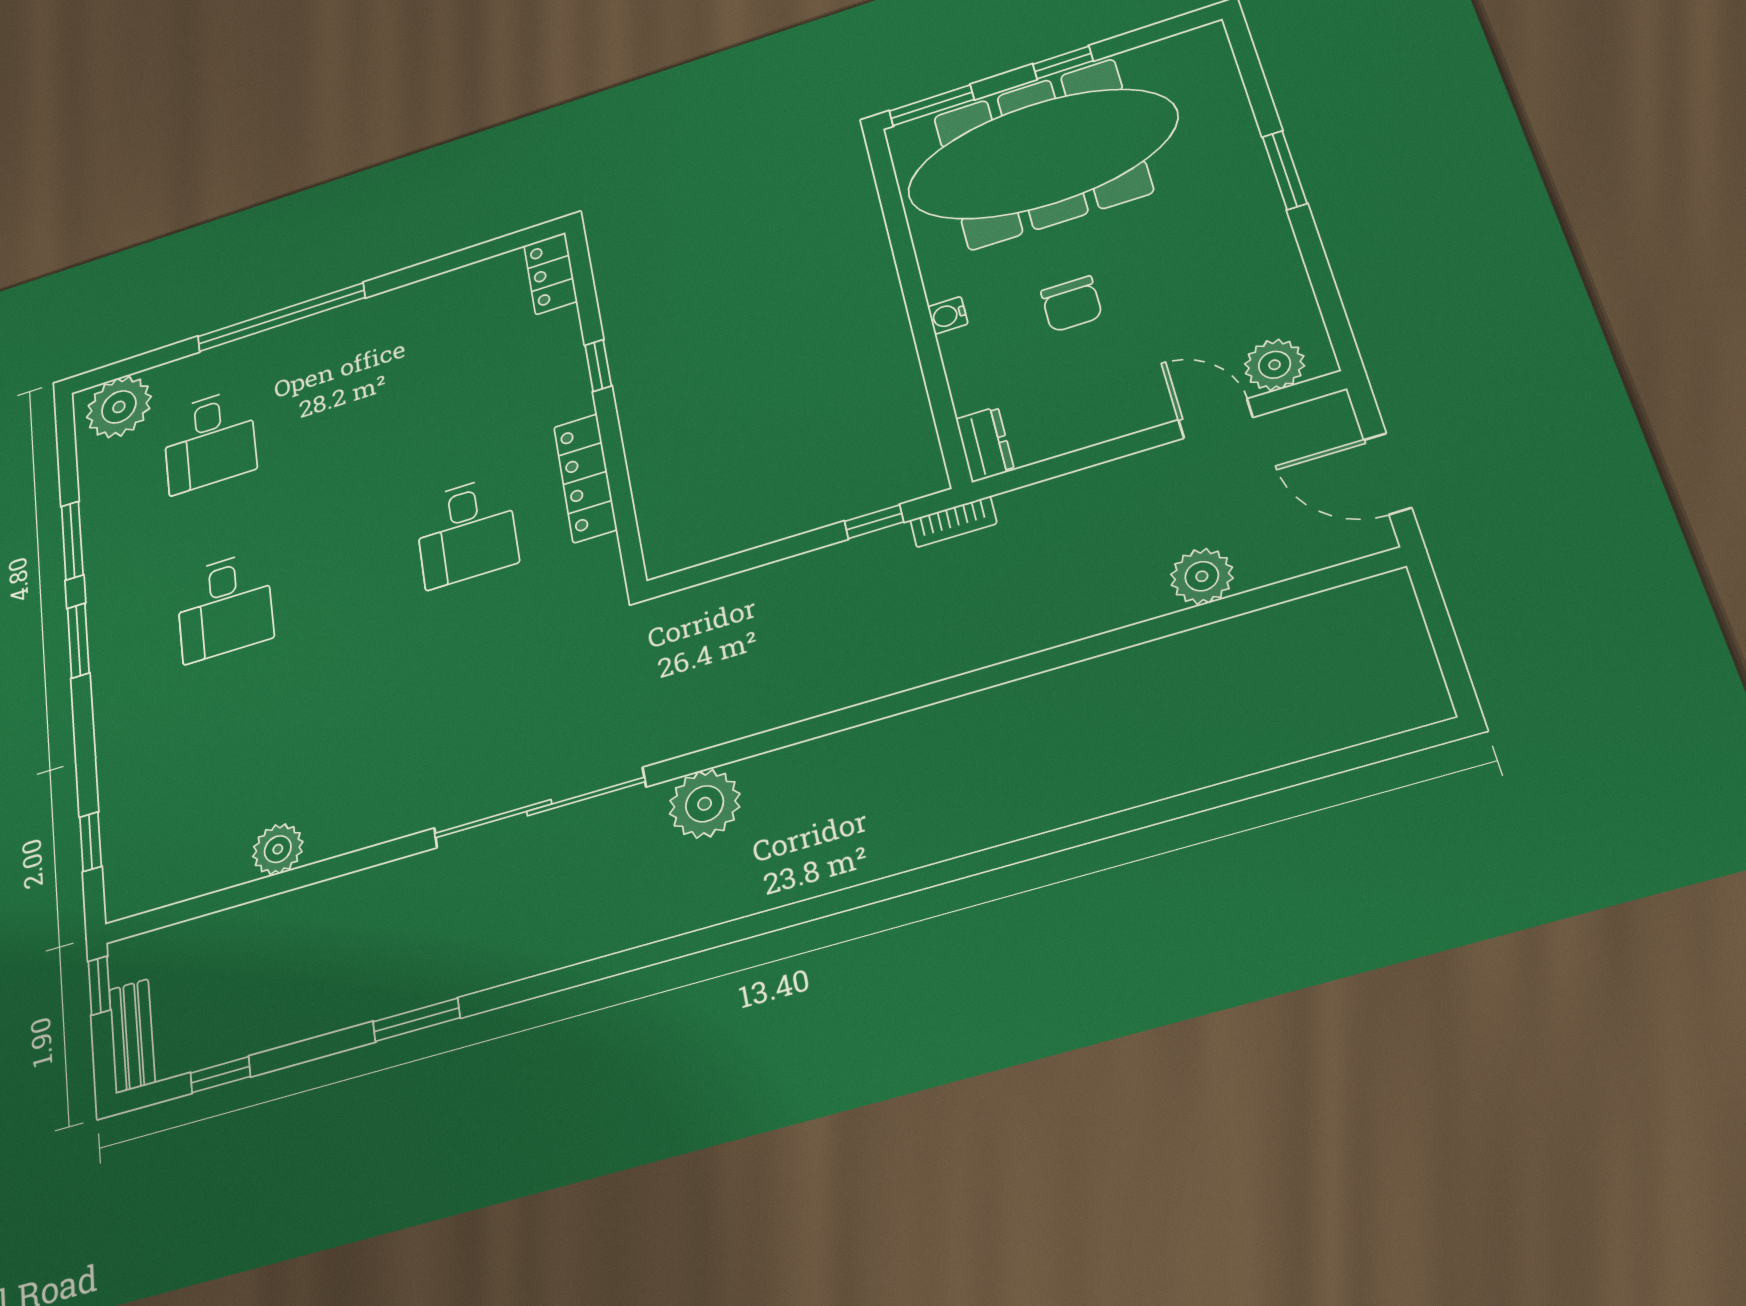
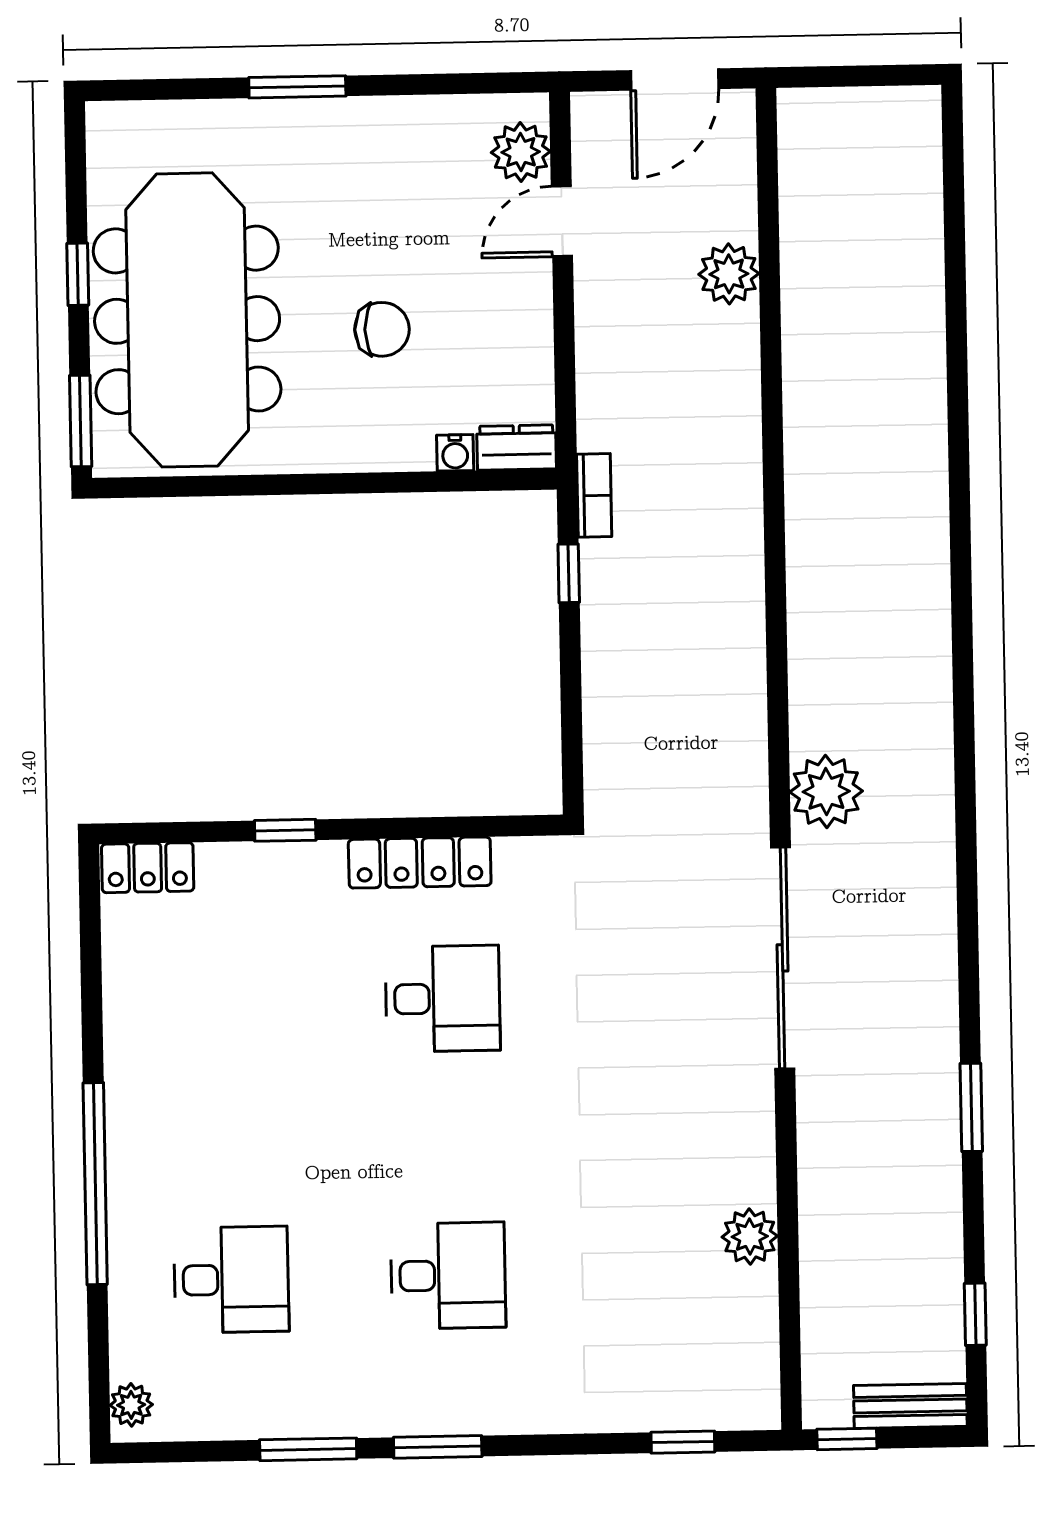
water cooler: (948, 315) -> (455, 453), moved
plant: (119, 407) -> (131, 1405), width x0.53, depth x0.53

